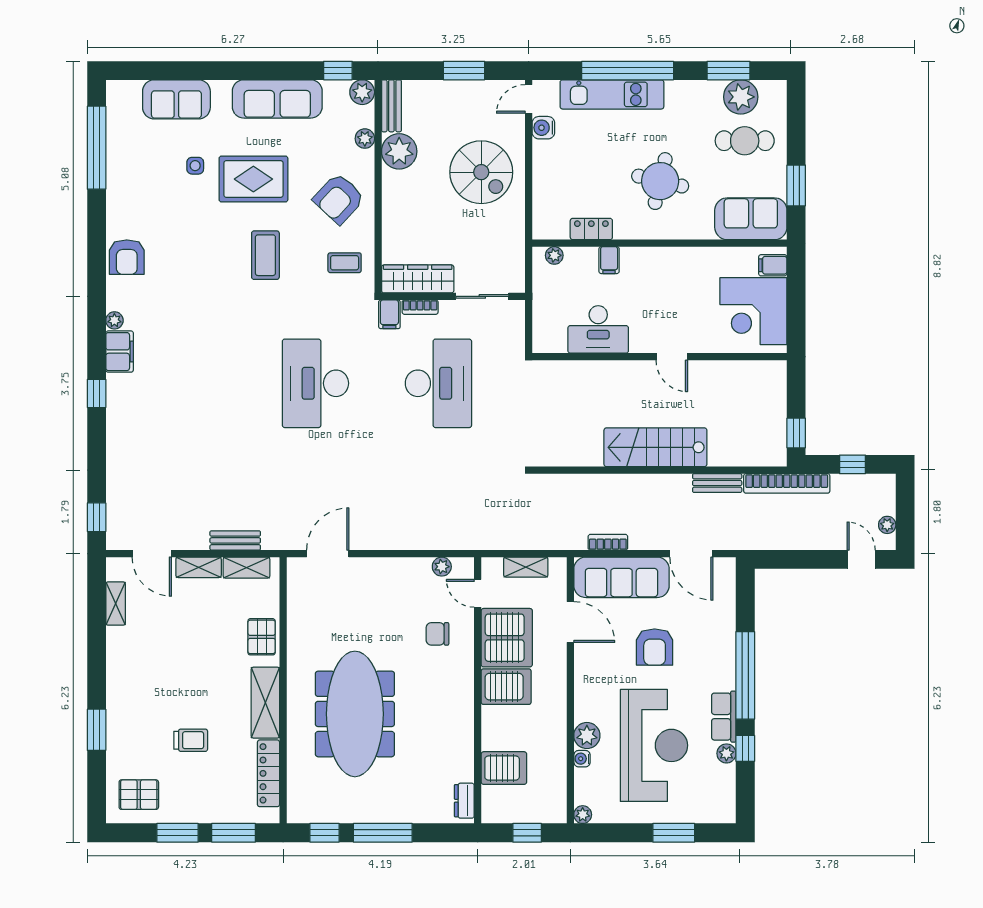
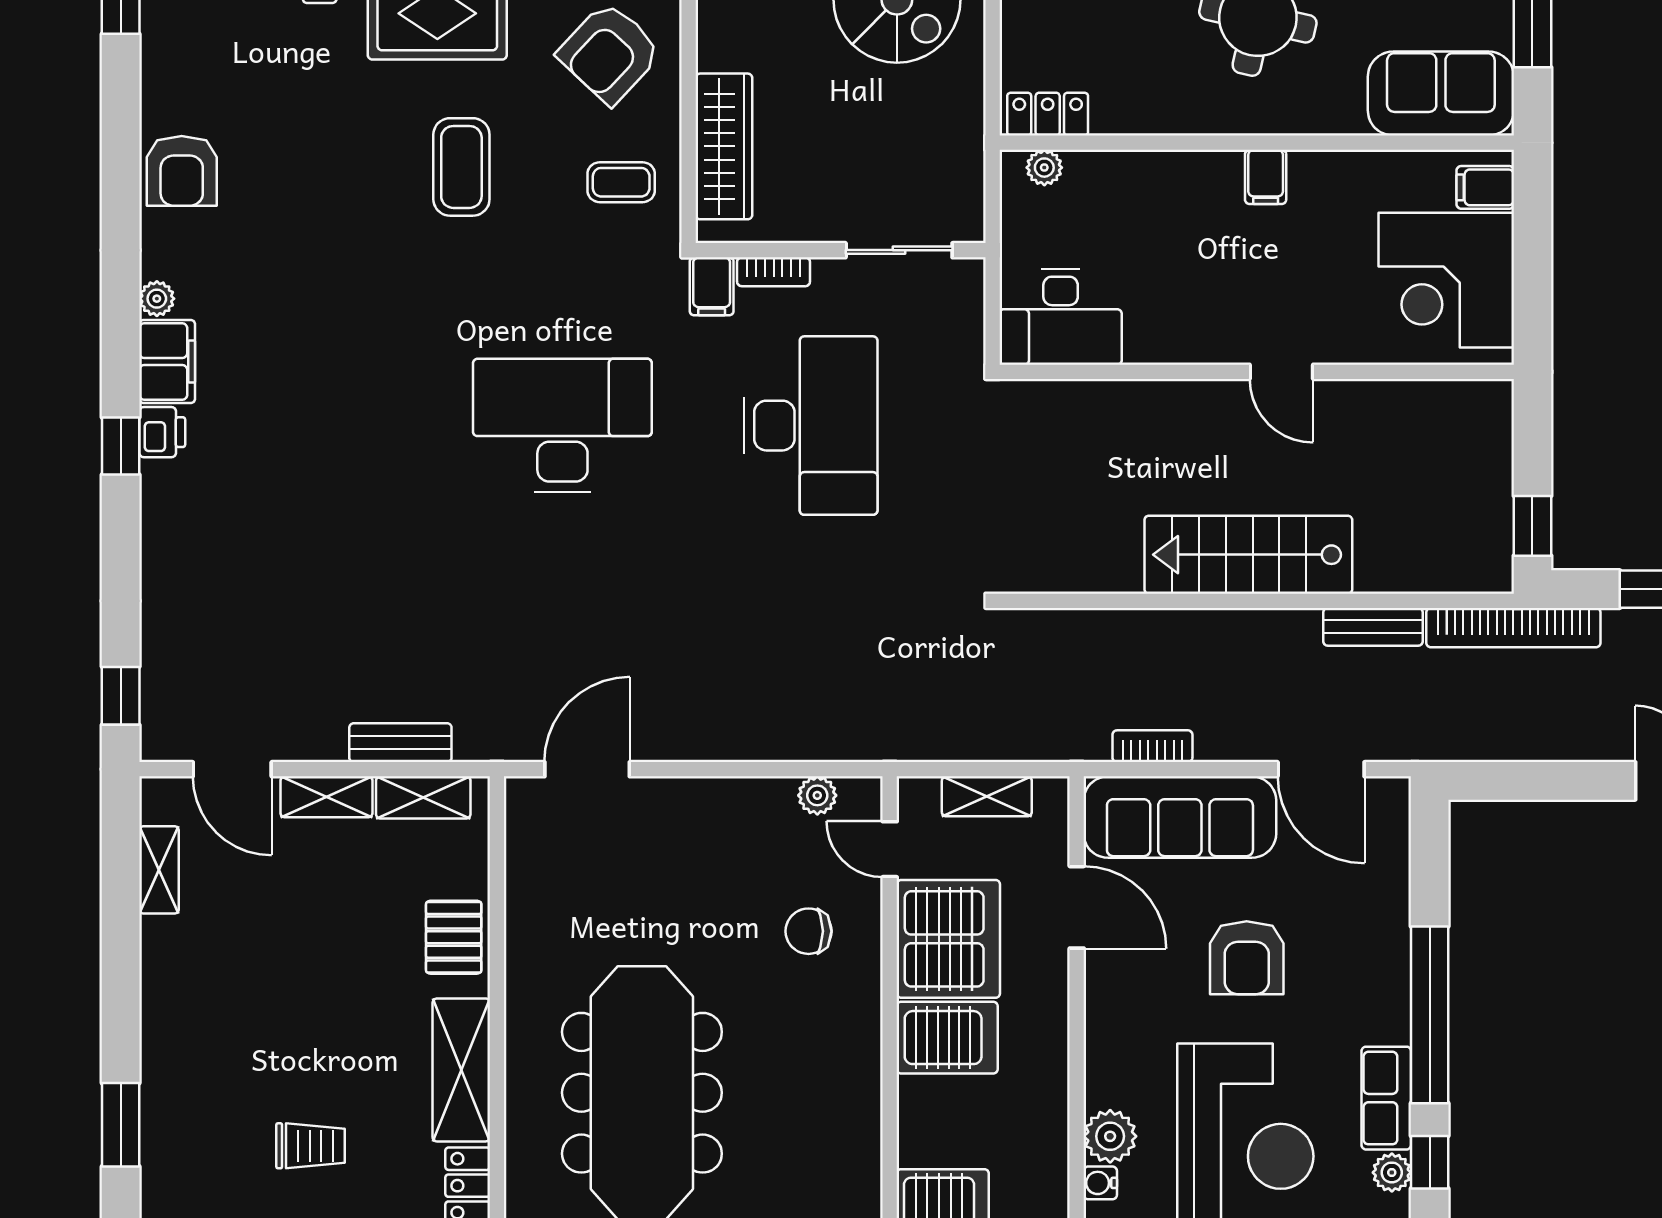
locker: (591, 229) -> (1048, 114), moved
filing cabinet: (609, 260) -> (1266, 177), moved
wardrobe: (418, 279) -> (724, 146), moved, turned 90
desk: (598, 329) -> (1061, 317), moved
desk: (315, 383) -> (562, 426), turned 90
printer: (117, 387) -> (162, 432), added

